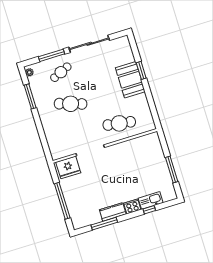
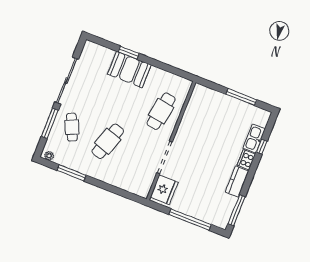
window: (104, 224) -> (237, 210), moved

